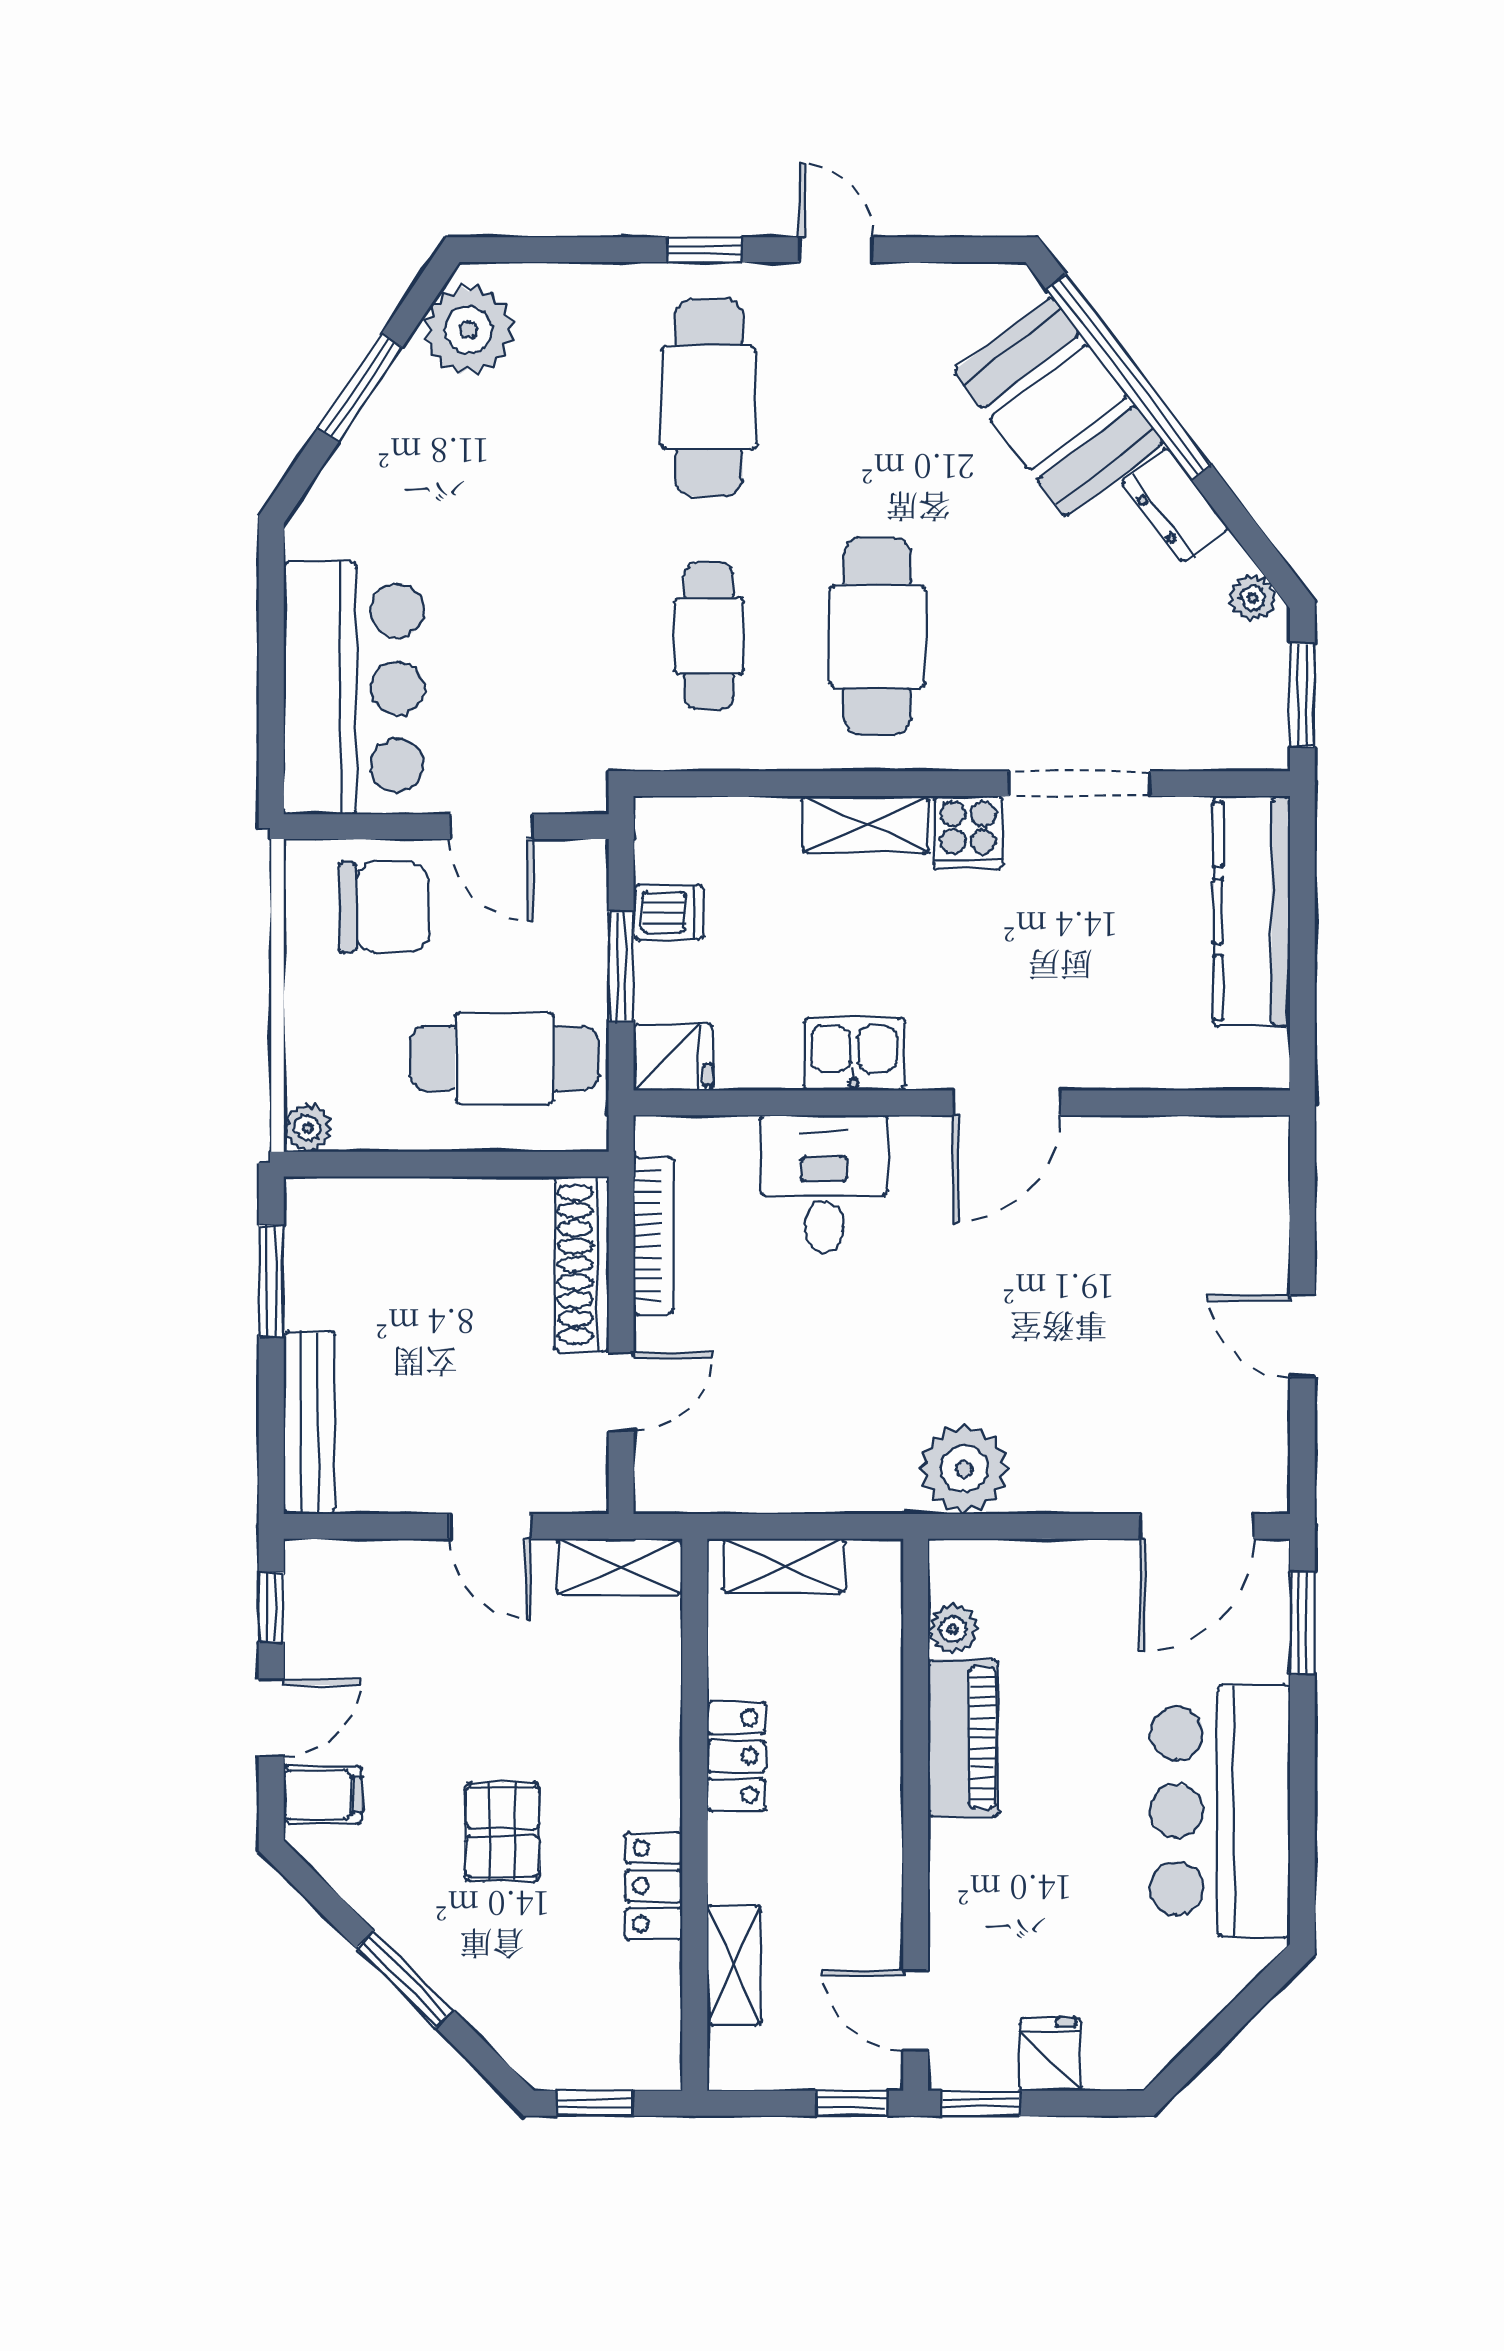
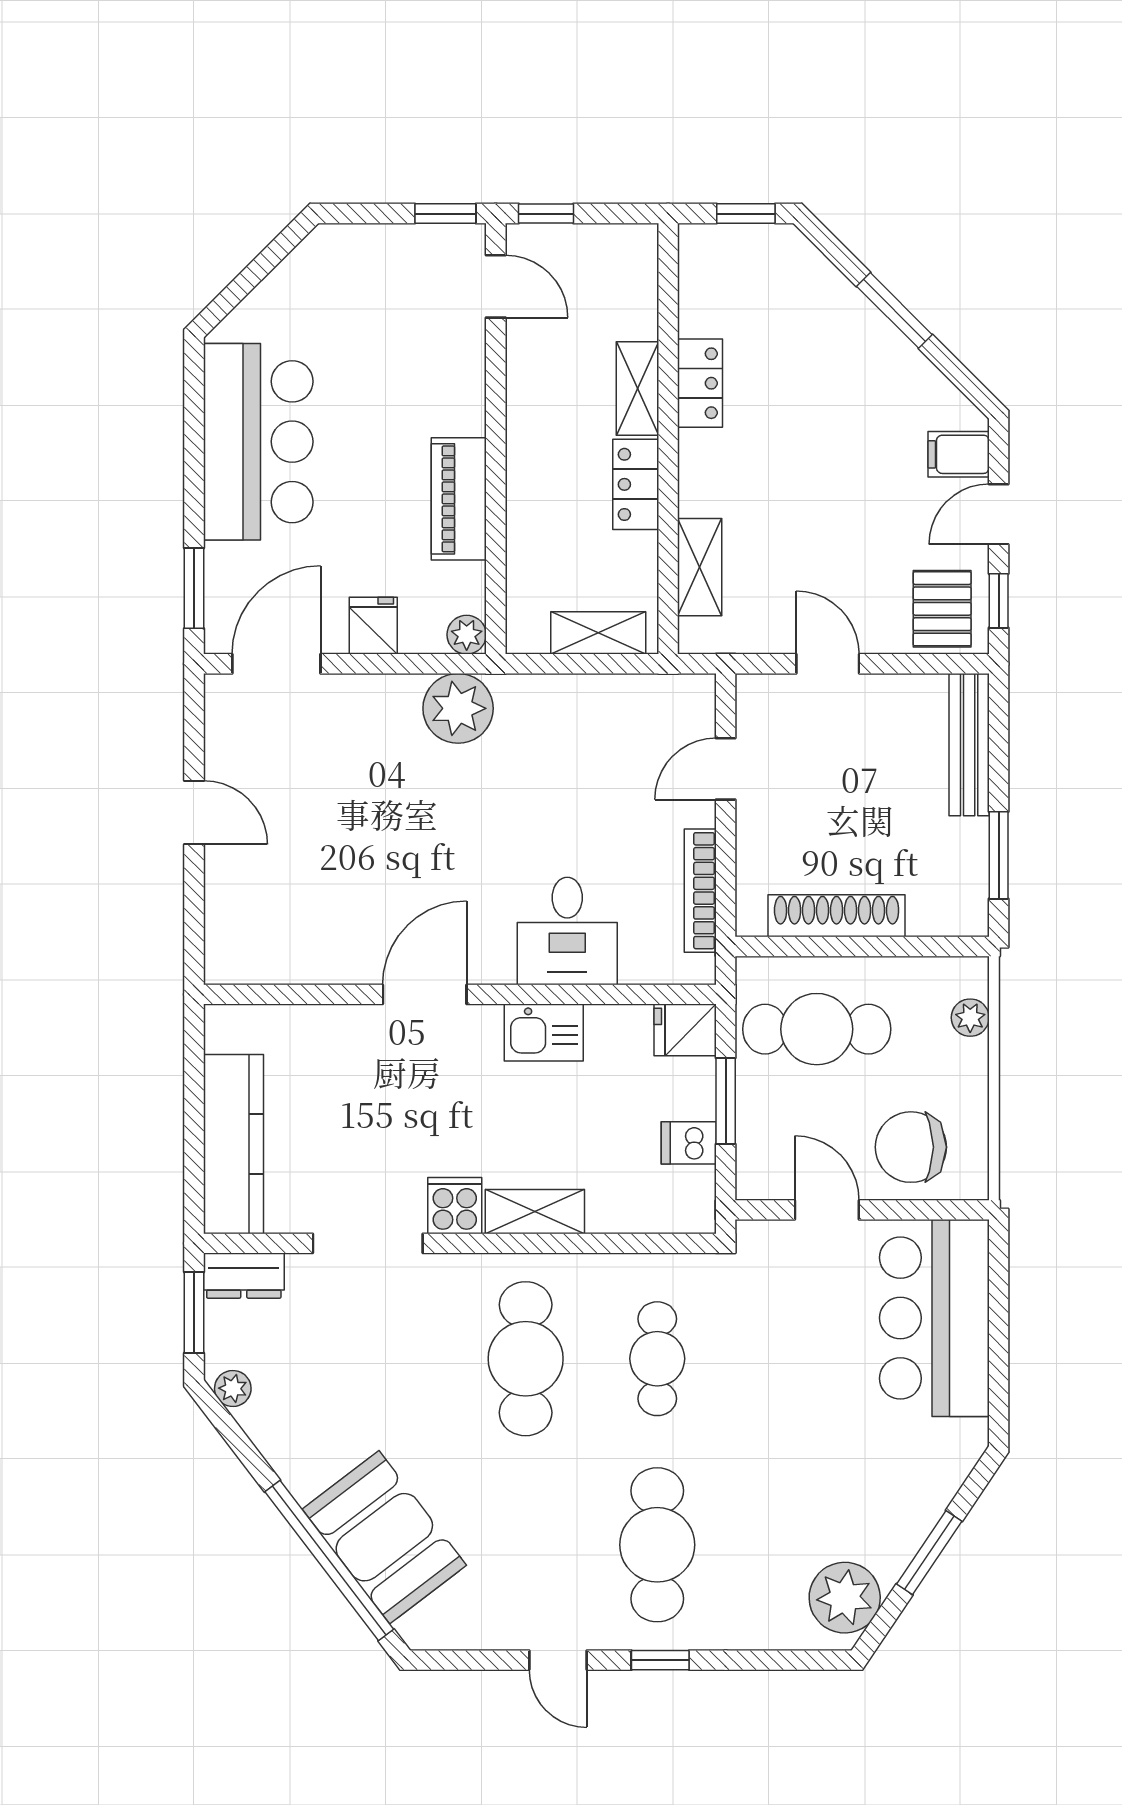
dresser: (1175, 506) -> (244, 1276), moved, turned 127
plant: (308, 1128) -> (970, 1018), moved
shoe rack: (582, 1264) -> (837, 916), moved, turned -90
shelving: (620, 1567) -> (700, 567), moved, turned 90
plant: (953, 1629) -> (467, 635), moved
pallet: (502, 1832) -> (942, 609), moved
shelving: (734, 1965) -> (638, 389), moved
fridge: (1050, 2054) -> (373, 626), moved, turned 180

